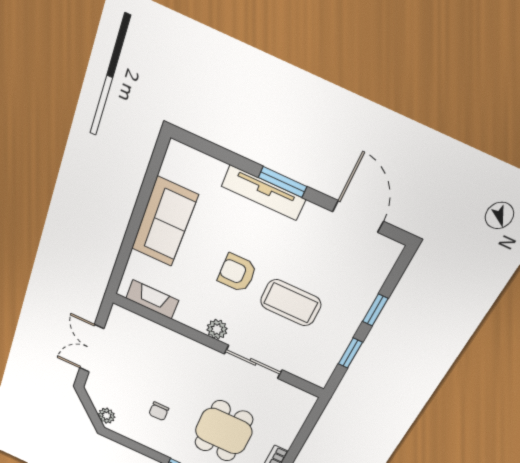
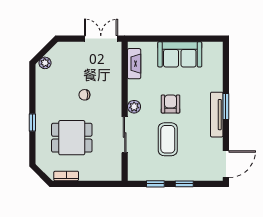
tv unit: (263, 193) -> (217, 115), moved
door: (358, 217) -> (226, 164), moved
double door: (92, 349) -> (101, 39), moved
chair: (159, 411) -> (84, 95), moved

